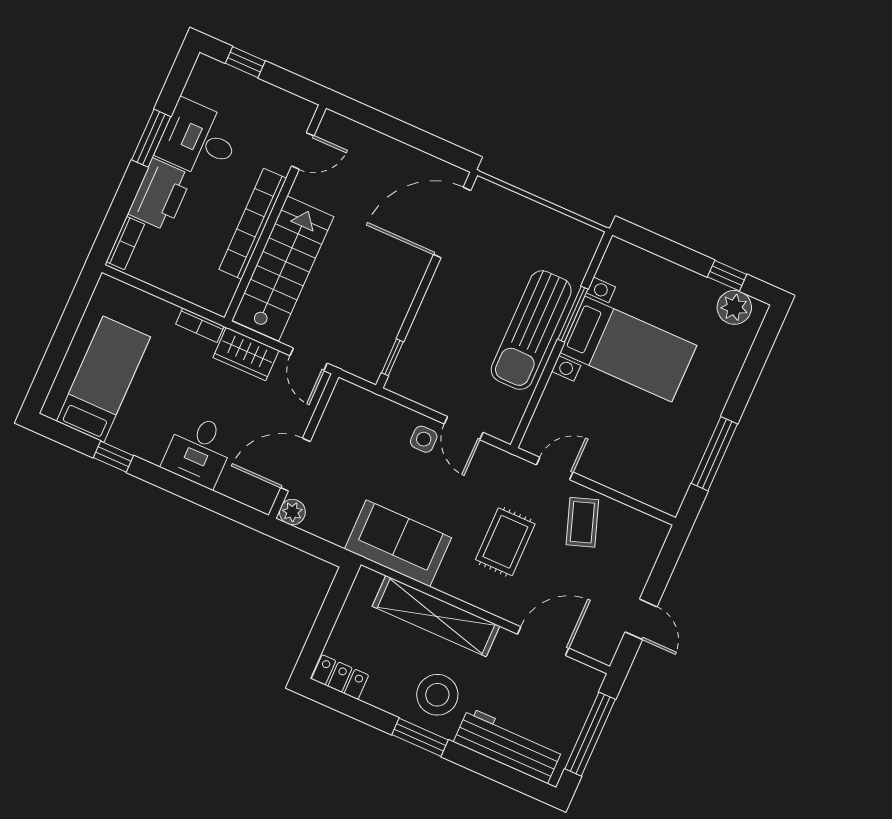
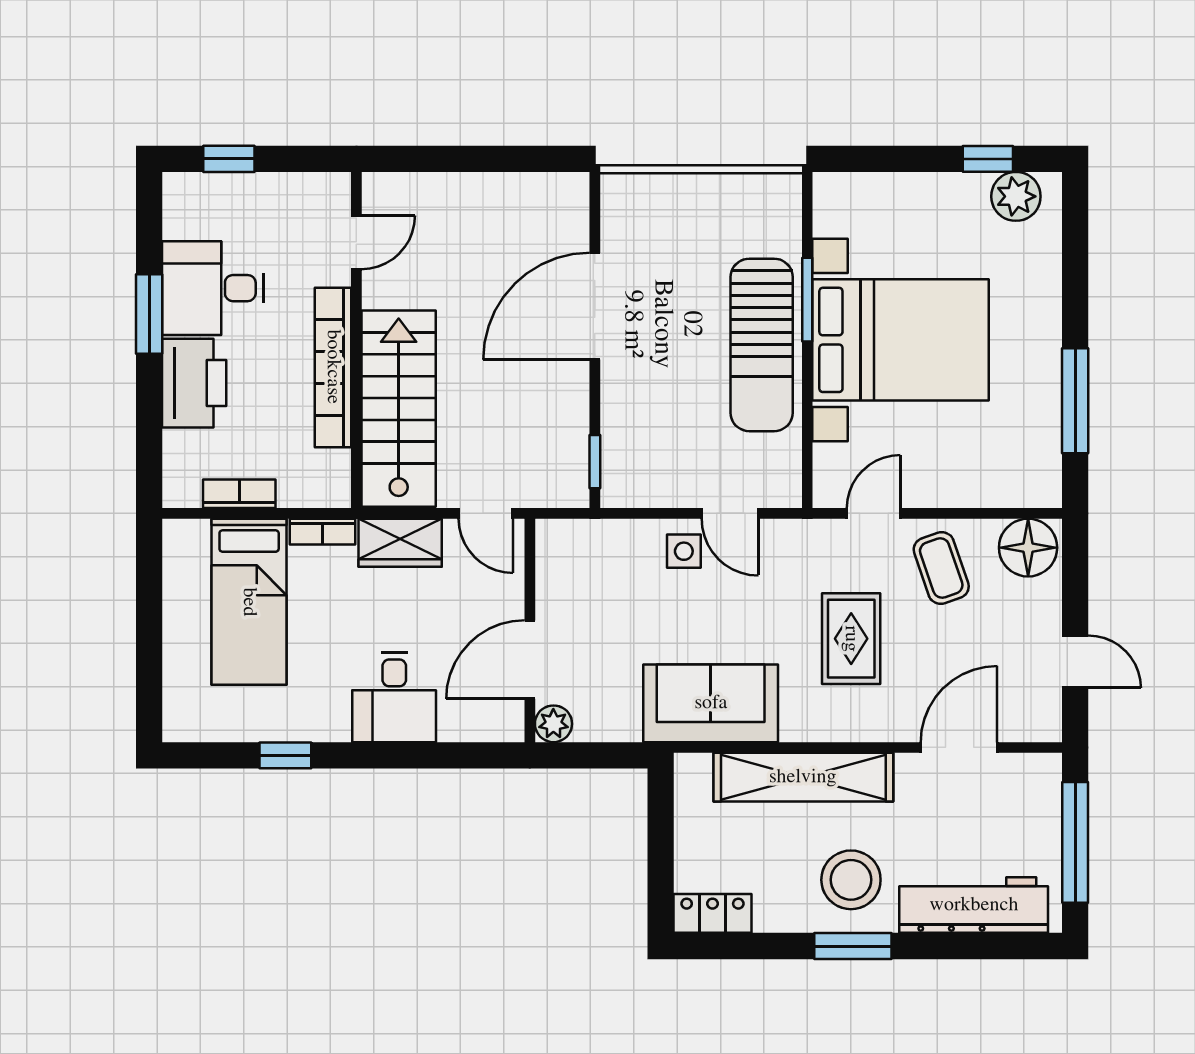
door: (452, 222) -> (595, 306), moved
bookcase: (125, 243) -> (239, 494), moved, turned -90
bed with nightstands: (628, 349) -> (901, 340), width x1.36
bed: (103, 379) -> (249, 602), moved, turned 180
floor lamp: (643, 534) -> (1028, 548), added

